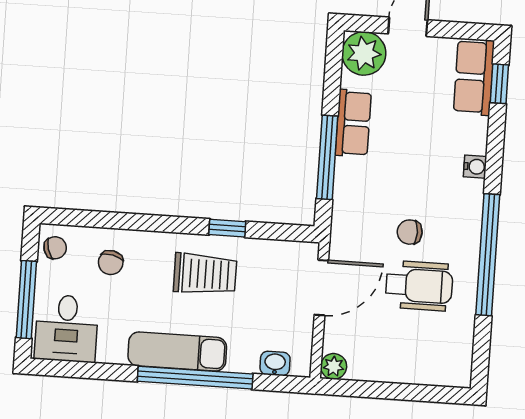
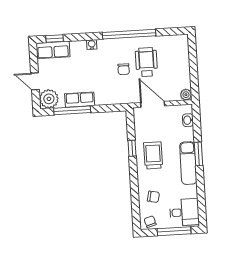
window: (327, 157) -> (72, 110), moved
window: (195, 378) -> (199, 154), width x0.47

